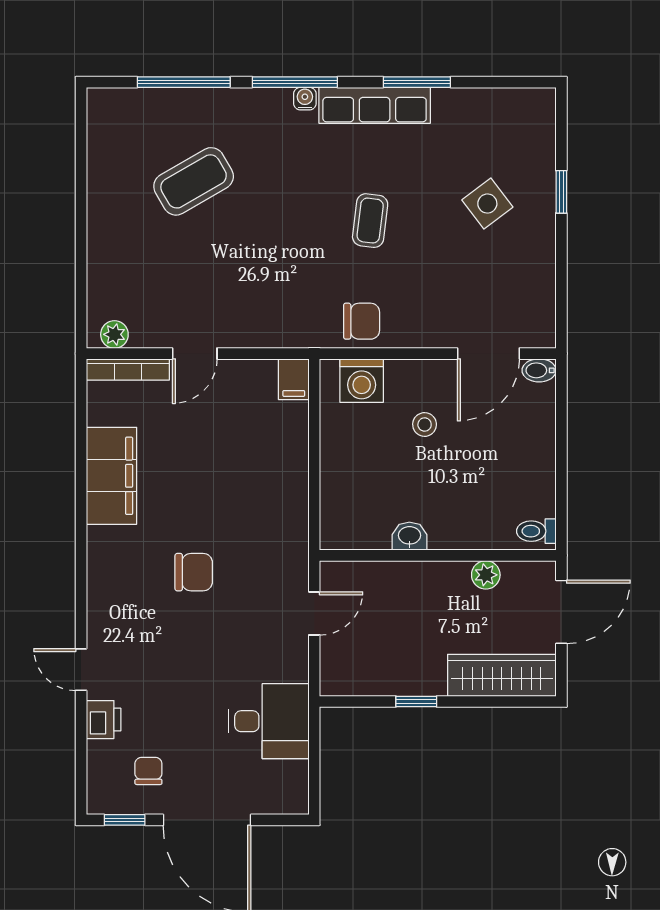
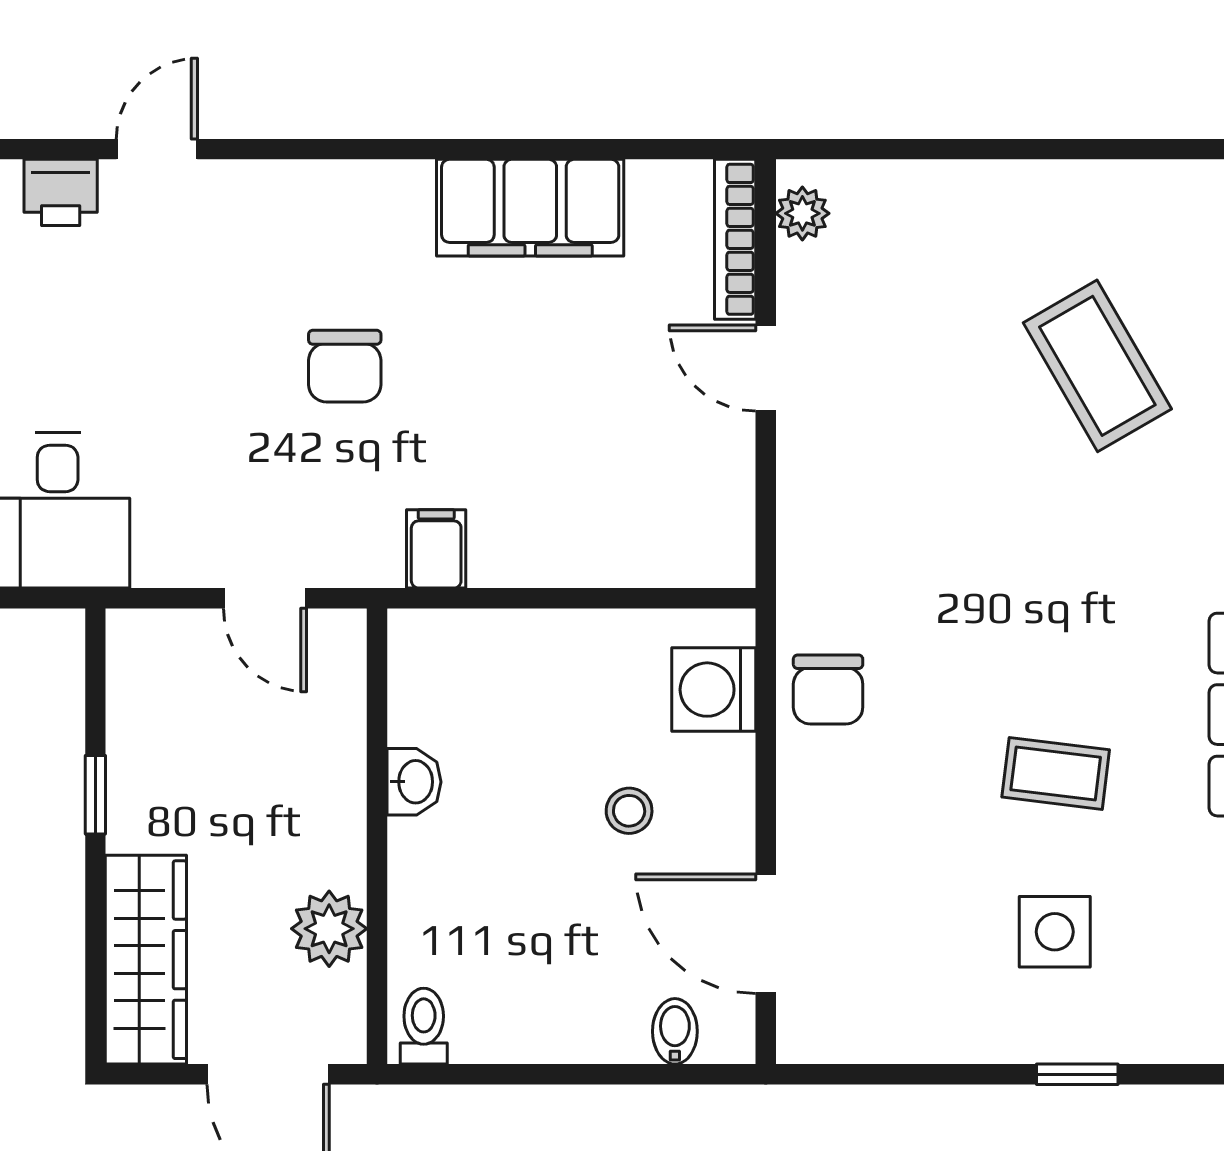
side table: (487, 204) -> (1055, 932), turned 37
coffee table: (370, 221) -> (1056, 773), moved
bidet: (539, 370) -> (675, 1031), moved
filing cabinet: (294, 379) -> (436, 549), moved, turned 90
plant: (486, 575) -> (329, 929), width x1.38, depth x1.38

